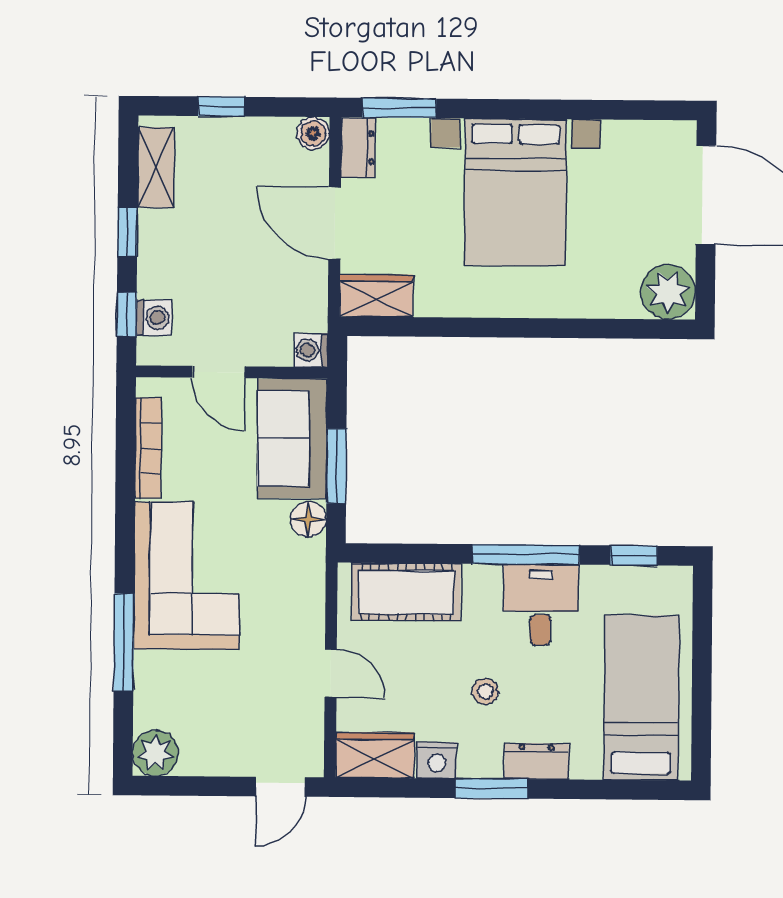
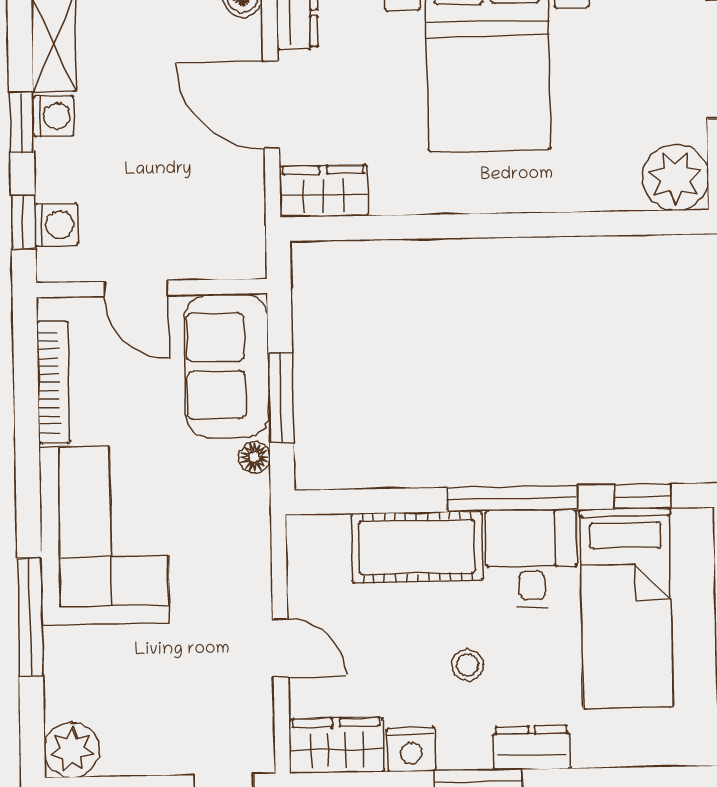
washing machine: (311, 350) -> (53, 116), moved, turned 180
floor lamp: (308, 519) -> (254, 457), width x0.73, depth x0.73
cot: (406, 592) -> (417, 547), moved
bed: (641, 698) -> (626, 608), moved, turned 180

